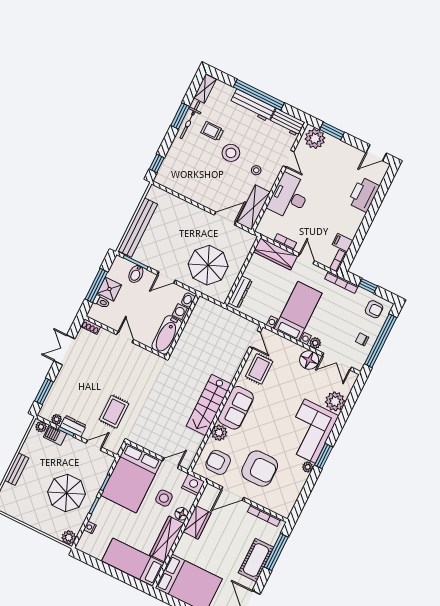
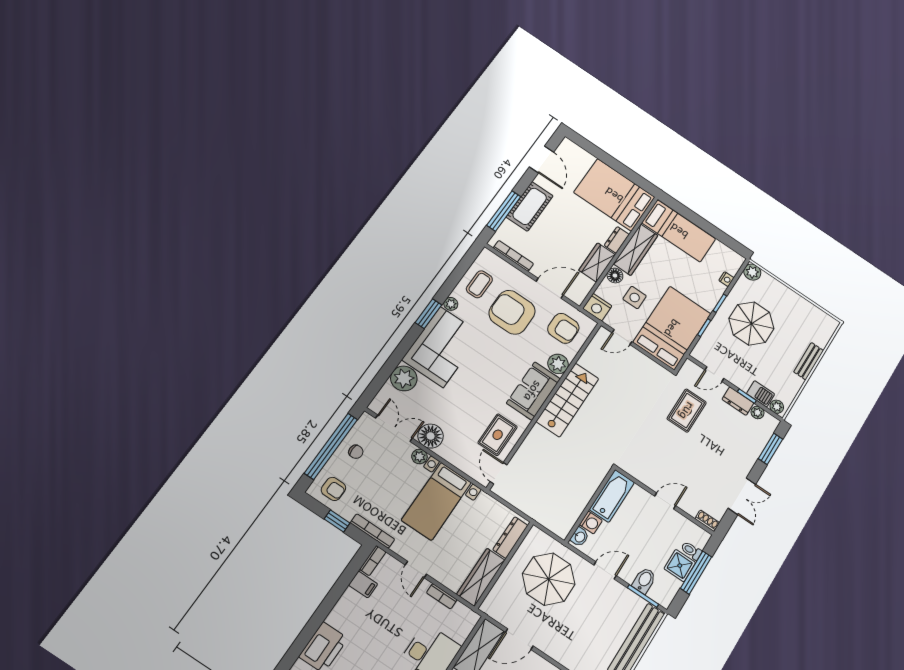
wardrobe: (275, 254) -> (481, 577), moved, turned -90
armchair: (374, 309) -> (333, 489), turned 180
door: (125, 337) -> (665, 501), swing flipped
coffee table: (288, 487) -> (479, 284), added
dresser: (183, 545) -> (617, 240), added

